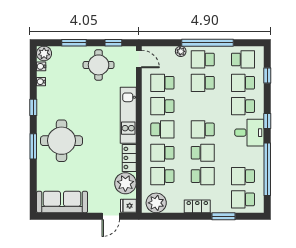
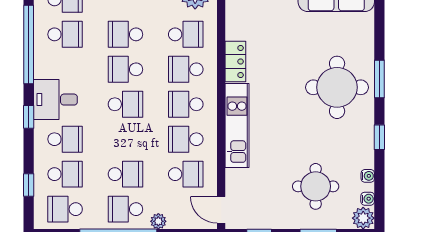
school desk: (203, 59) -> (125, 209), turned 180
round table: (99, 65) -> (316, 186), moved
school desk: (162, 106) -> (186, 139), turned 180
school desk: (162, 153) -> (186, 69), turned 180
plant: (125, 183) -> (241, 24), removed

